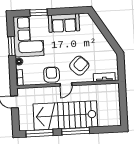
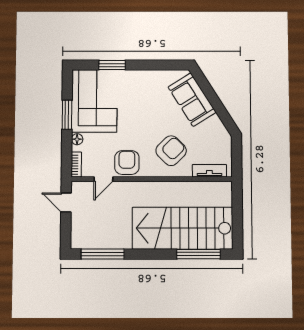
sofa: (64, 23) -> (192, 100), moved, turned 58
door: (66, 84) -> (103, 179), moved
stairs: (65, 115) -> (183, 228), moved
window: (76, 131) -> (199, 254), moved

